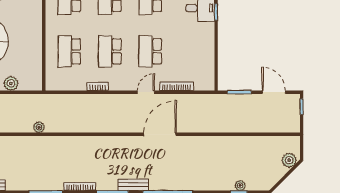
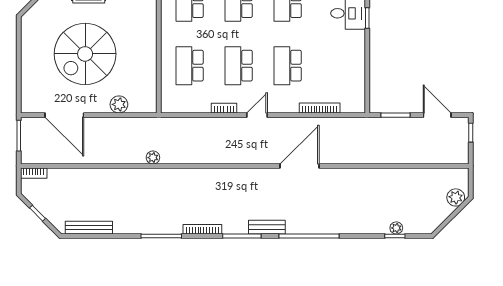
door: (146, 92) -> (257, 115), moved

